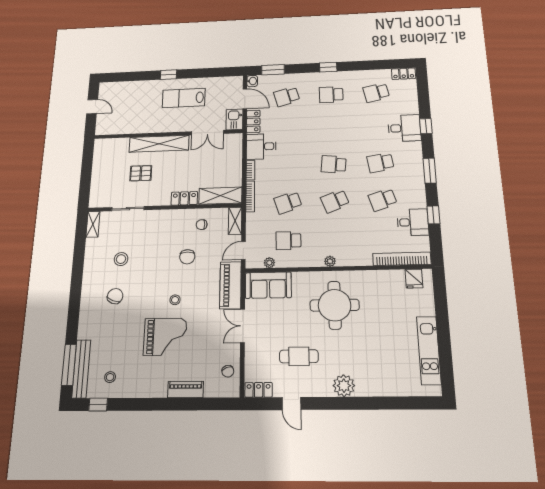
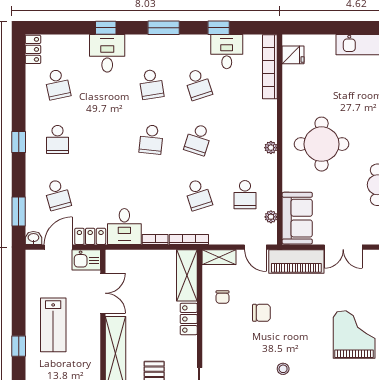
school desk: (335, 201) -> (198, 139), turned 39
stool: (175, 300) -> (283, 369), moved

